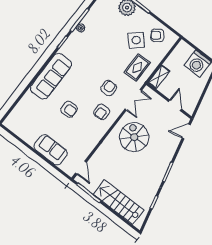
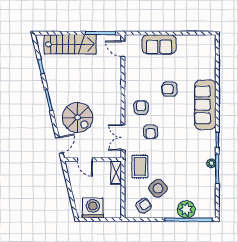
spiral stairs: (134, 137) -> (77, 117), moved

